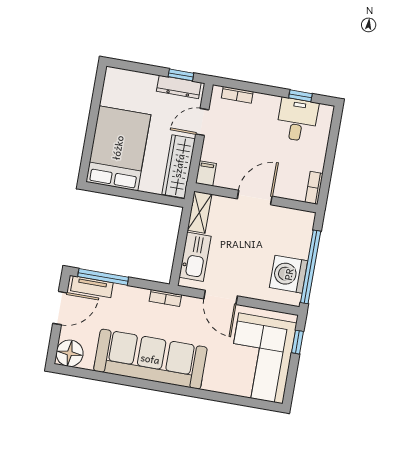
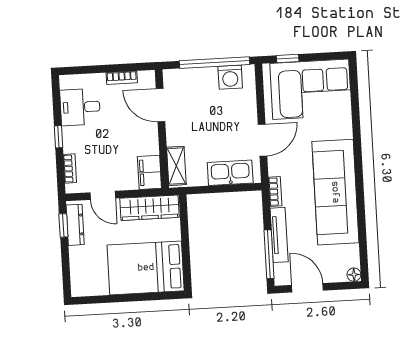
window: (300, 96) -> (58, 137), moved
filing cabinet: (206, 173) -> (149, 172), width x2.00
bookcase: (314, 188) -> (122, 78), moved
door: (255, 198) -> (161, 105), moved
shelving: (200, 212) -> (176, 166), moved, turned 90
washing machine: (289, 274) -> (230, 77), width x0.73, depth x0.73
tv unit: (92, 287) -> (279, 235), moved, width x1.41
floor lamp: (70, 353) -> (354, 275), width x0.53, depth x0.53

